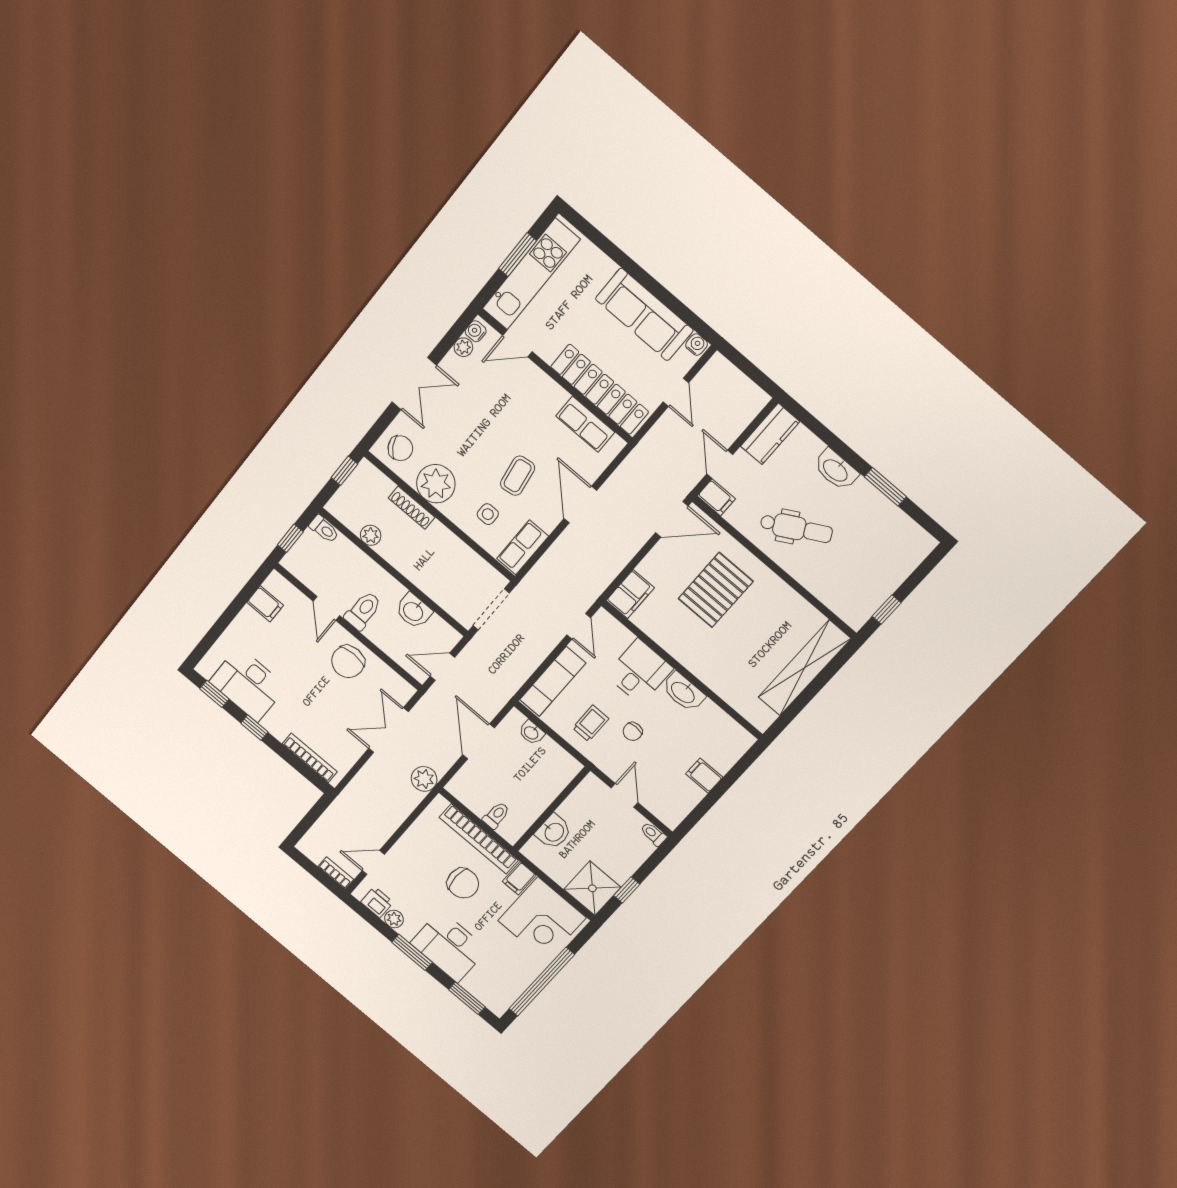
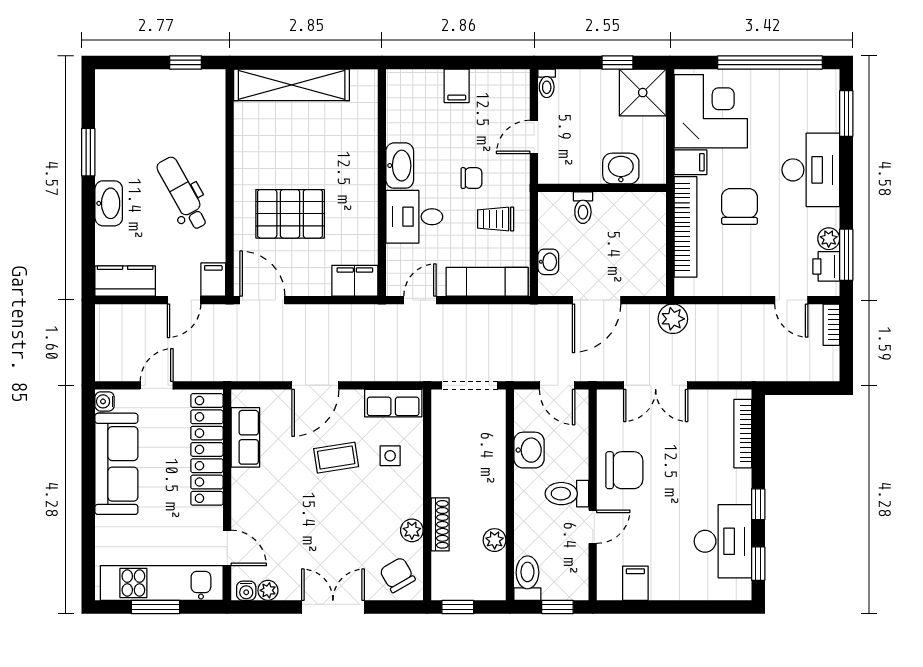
plant: (436, 484) -> (412, 530), width x0.53, depth x0.53
toilet: (324, 529) -> (527, 578), width x1.37, depth x1.39
toilet: (496, 815) -> (583, 208), moved, turned -90
window: (412, 952) -> (846, 255), moved

